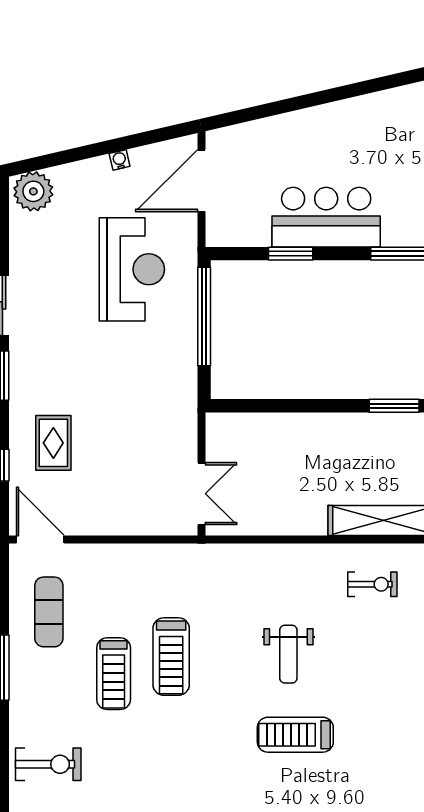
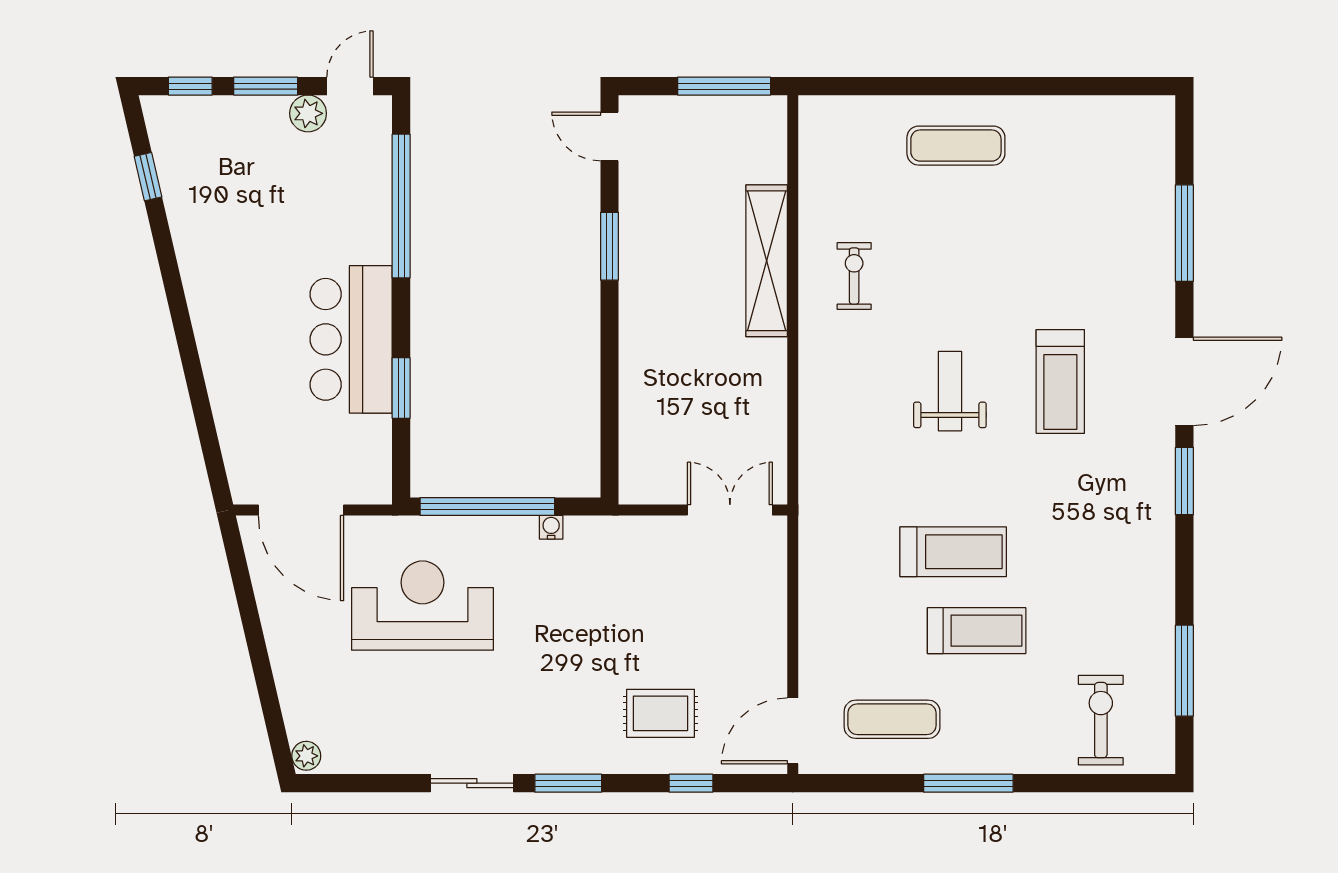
water cooler: (120, 160) -> (551, 527), moved, turned 103
plant: (33, 191) -> (306, 756), width x0.53, depth x0.53
weight bench: (288, 654) -> (950, 391), turned -90

